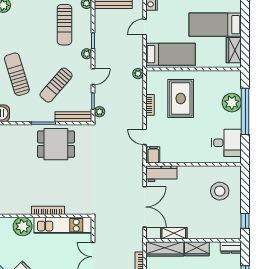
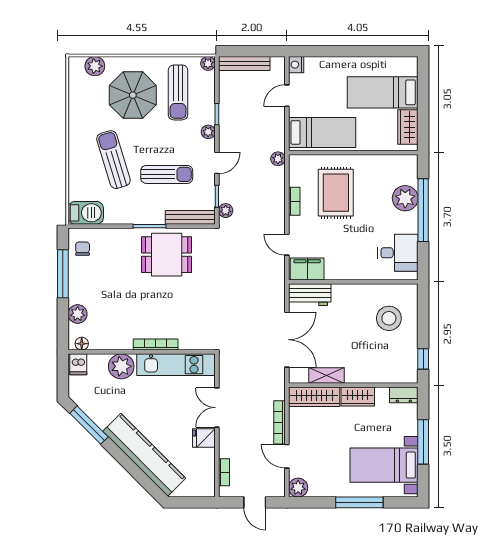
parasol: (31, 27) -> (133, 95), added
sun lounger: (56, 85) -> (167, 174), turned -131
filing cabinet: (153, 155) -> (307, 269), width x2.00

